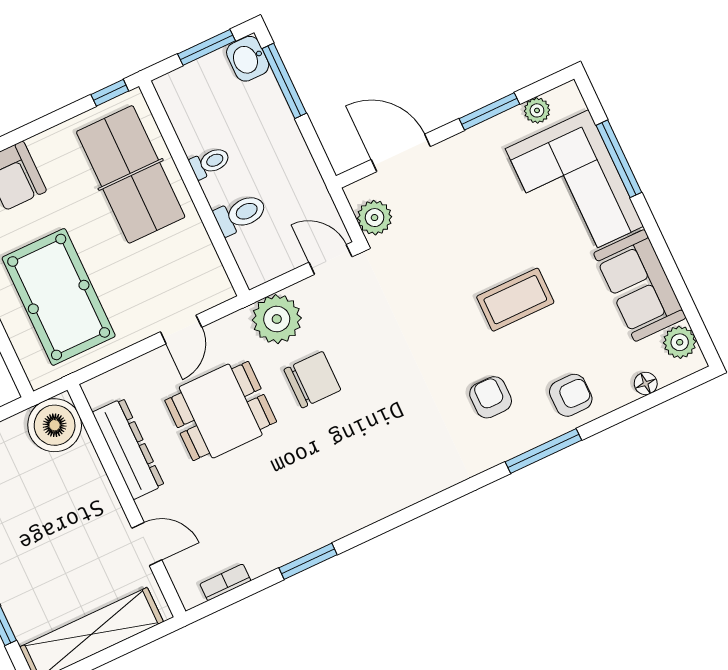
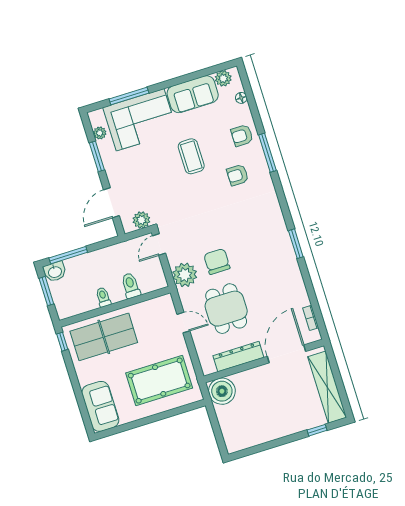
armchair: (571, 395) -> (242, 136), turned -90
door: (147, 544) -> (286, 354), width x1.88
window: (308, 561) -> (296, 244), moved

